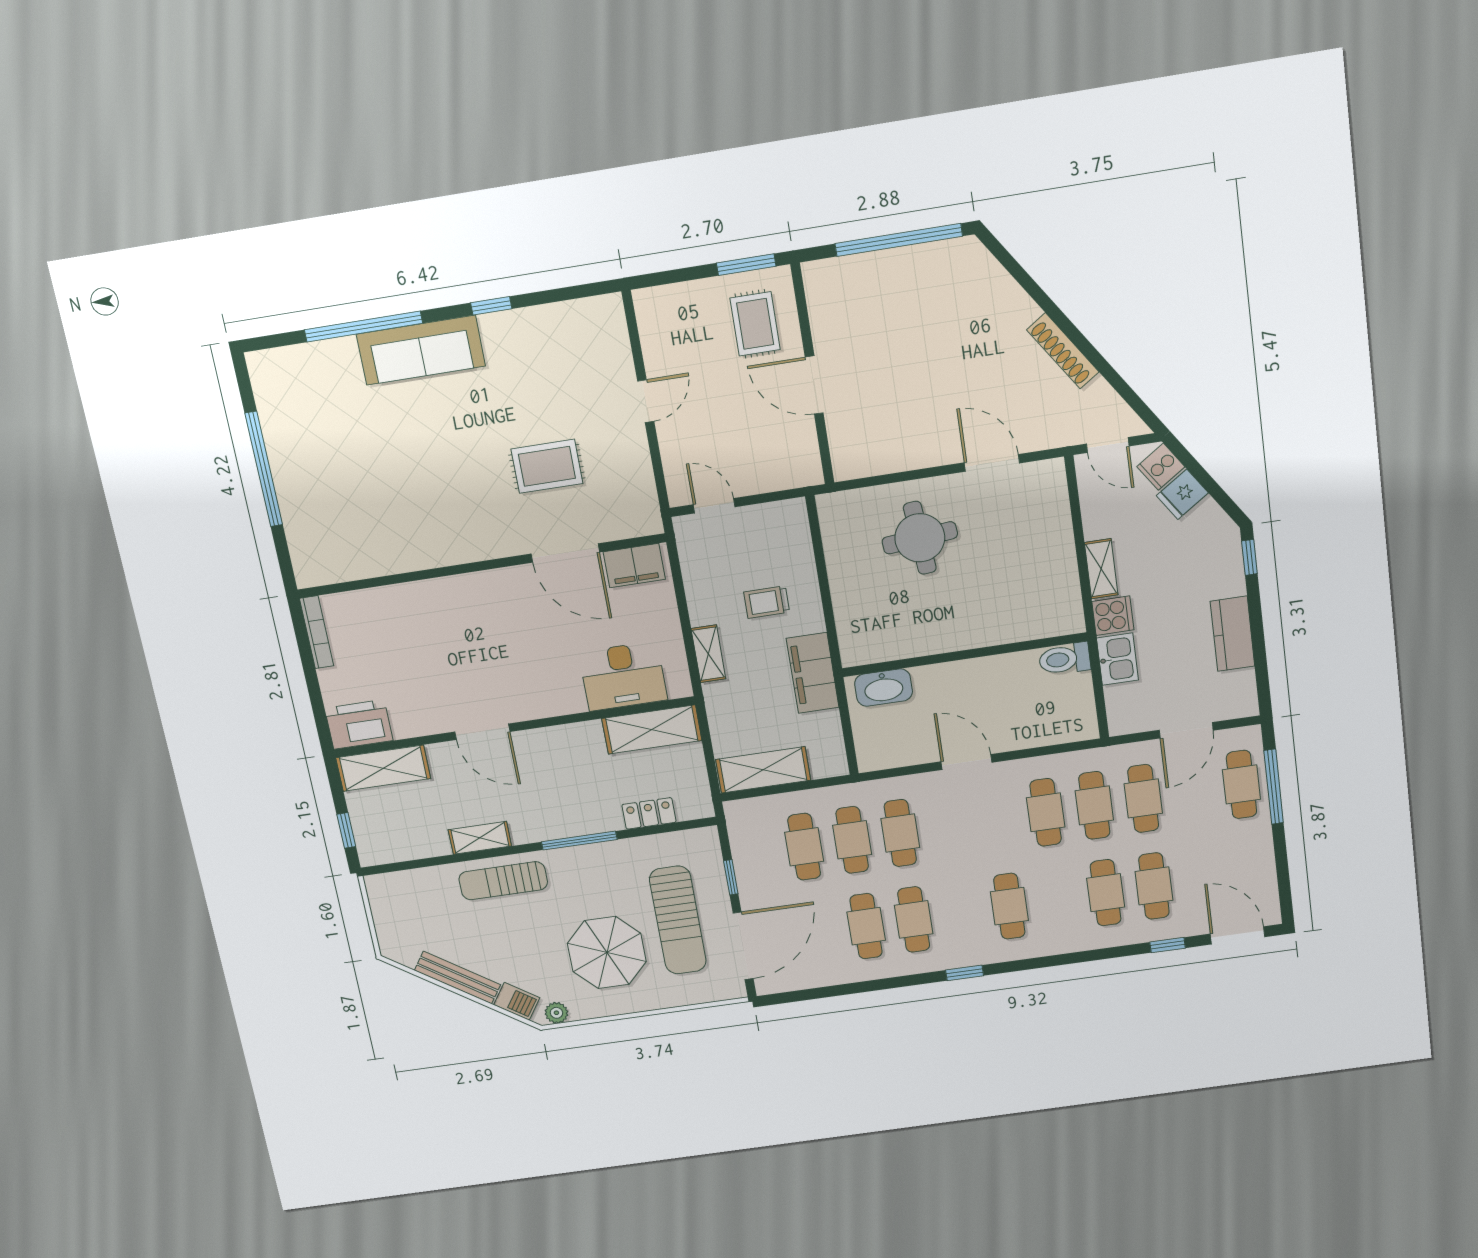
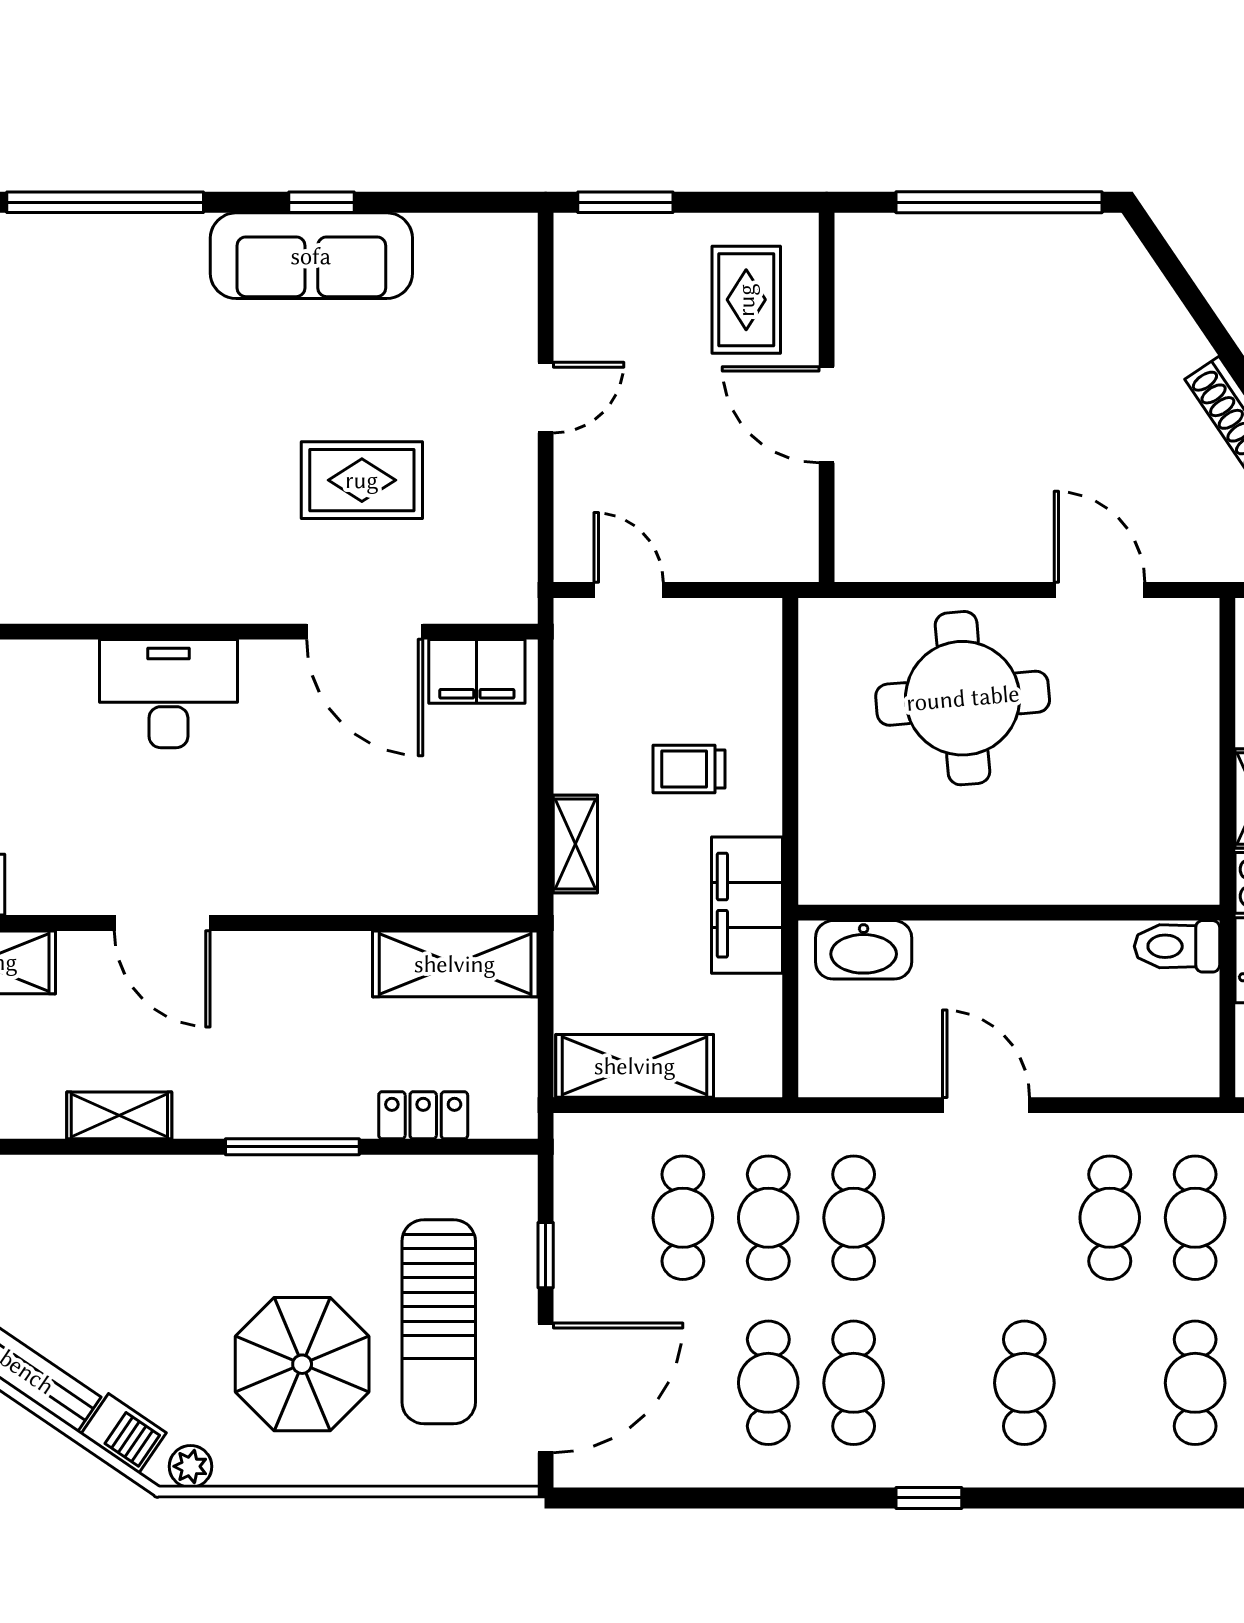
window: (746, 265) -> (625, 202), moved
sofa: (421, 350) -> (311, 256), moved
round table: (920, 538) -> (963, 698), width x1.36, depth x1.36
desk: (623, 676) -> (168, 694), moved, turned 180
sun lounger: (503, 881) -> (144, 1201), removed

